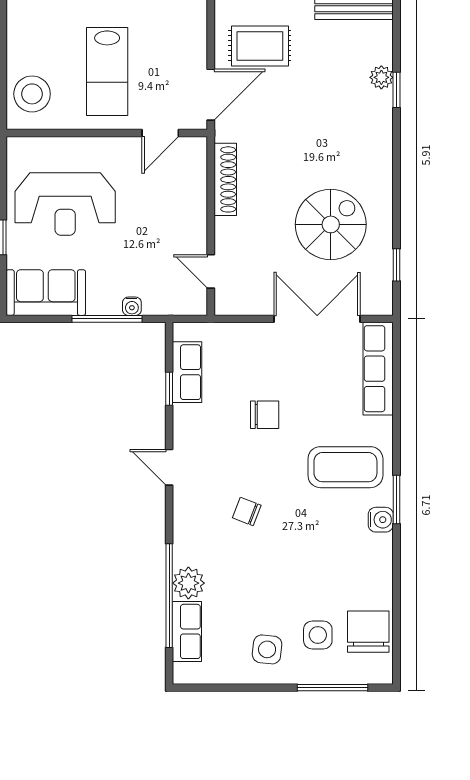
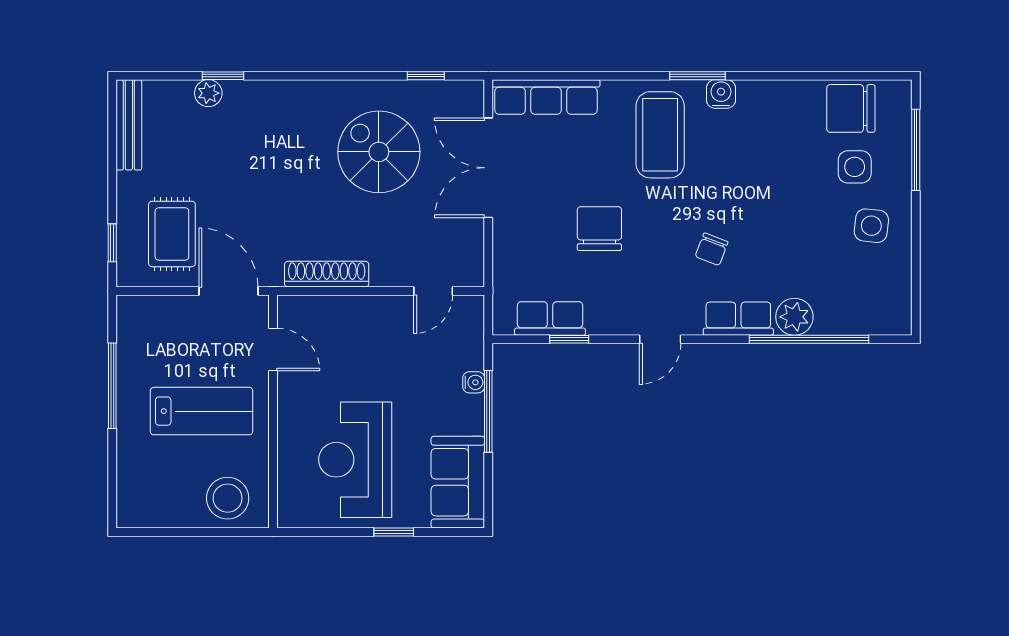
reception desk: (65, 204) -> (355, 460), turned 180
chair: (265, 415) -> (599, 229), width x1.37, depth x1.37
row of seats: (187, 631) -> (738, 319), moved

